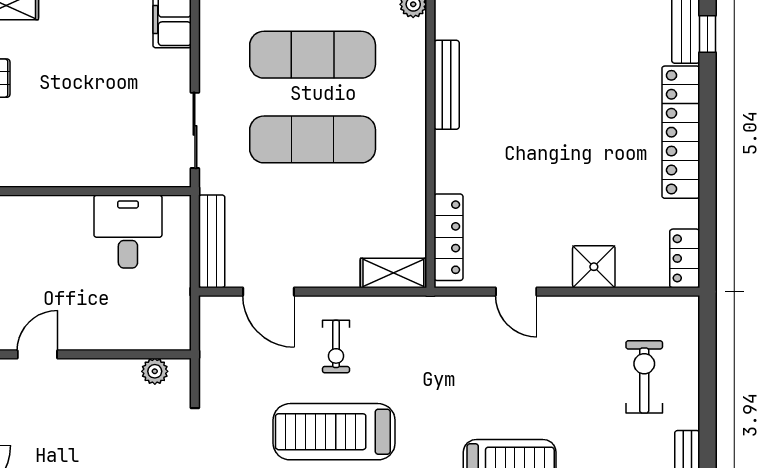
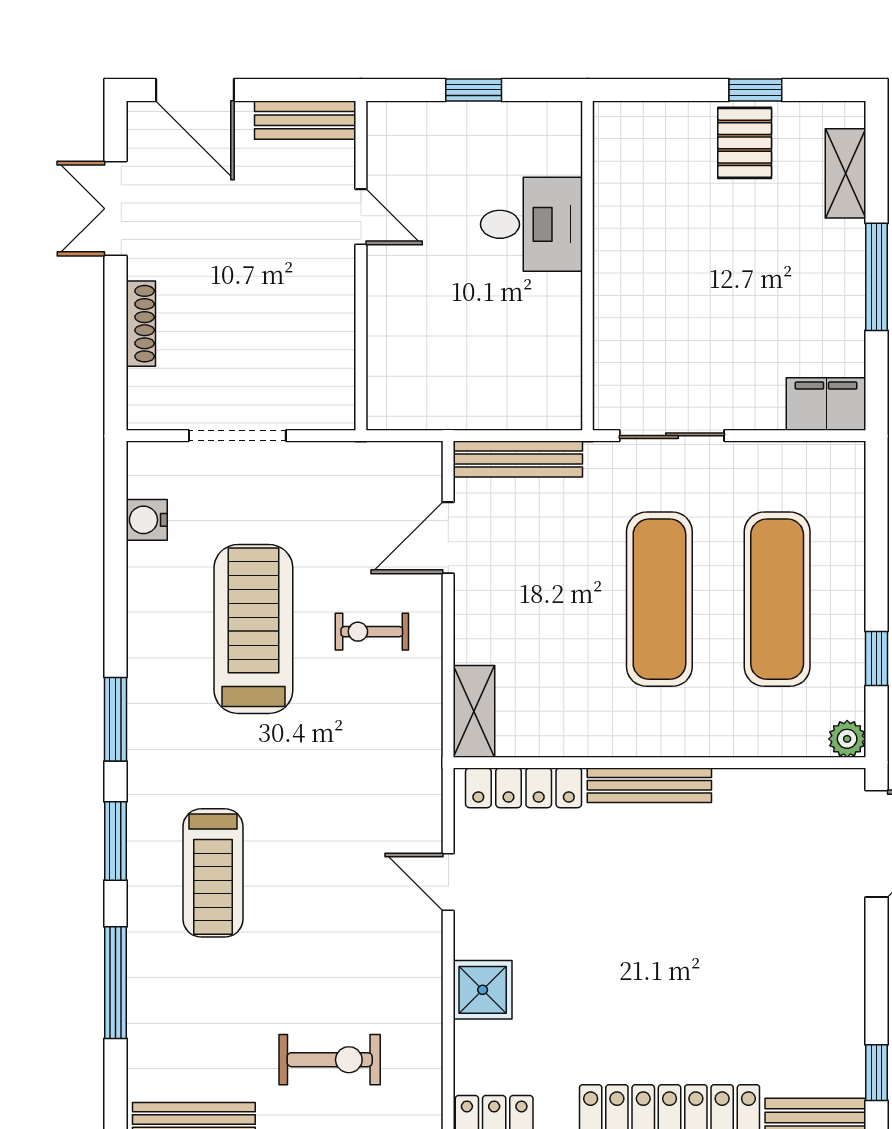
bench: (447, 85) -> (649, 785), moved
desk: (128, 232) -> (531, 224), moved
door: (516, 292) -> (448, 882), hinge flipped
plant: (155, 371) -> (337, 380), removed

